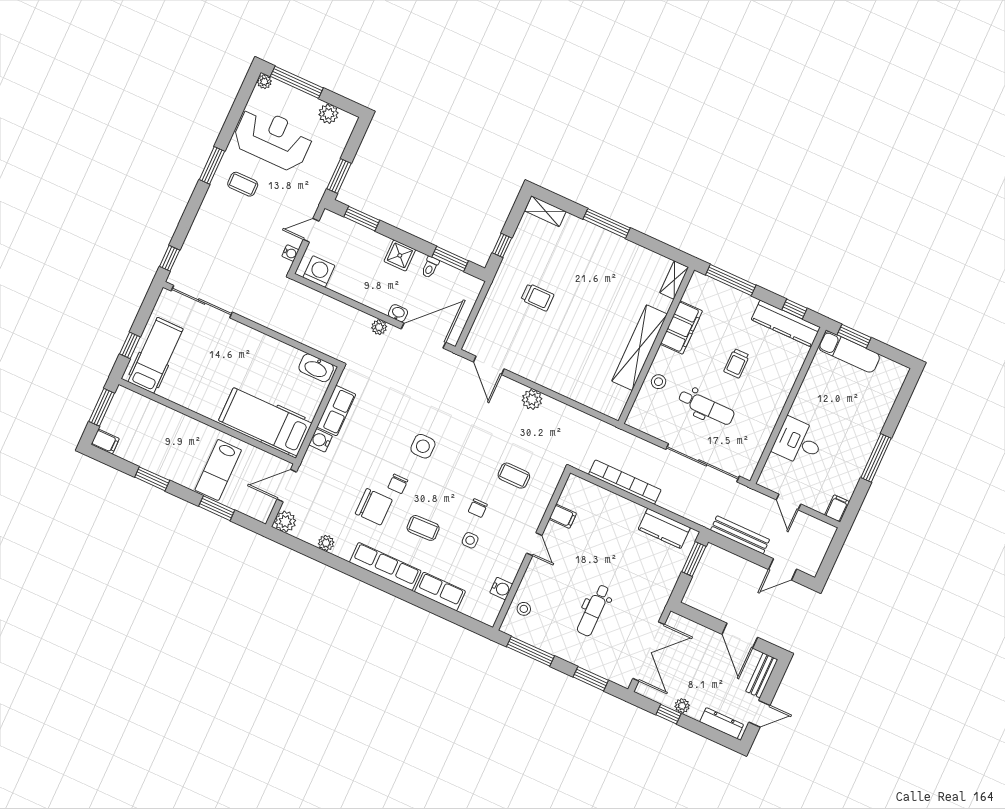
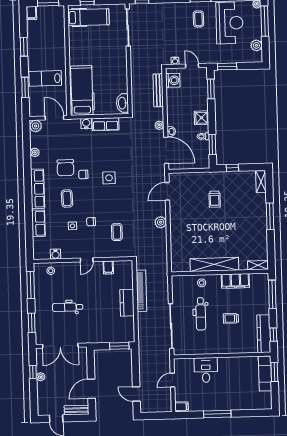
kitchen counter: (664, 528) -> (127, 303), moved
bench: (740, 535) -> (158, 90), moved
dresser: (722, 723) -> (42, 401), removed

